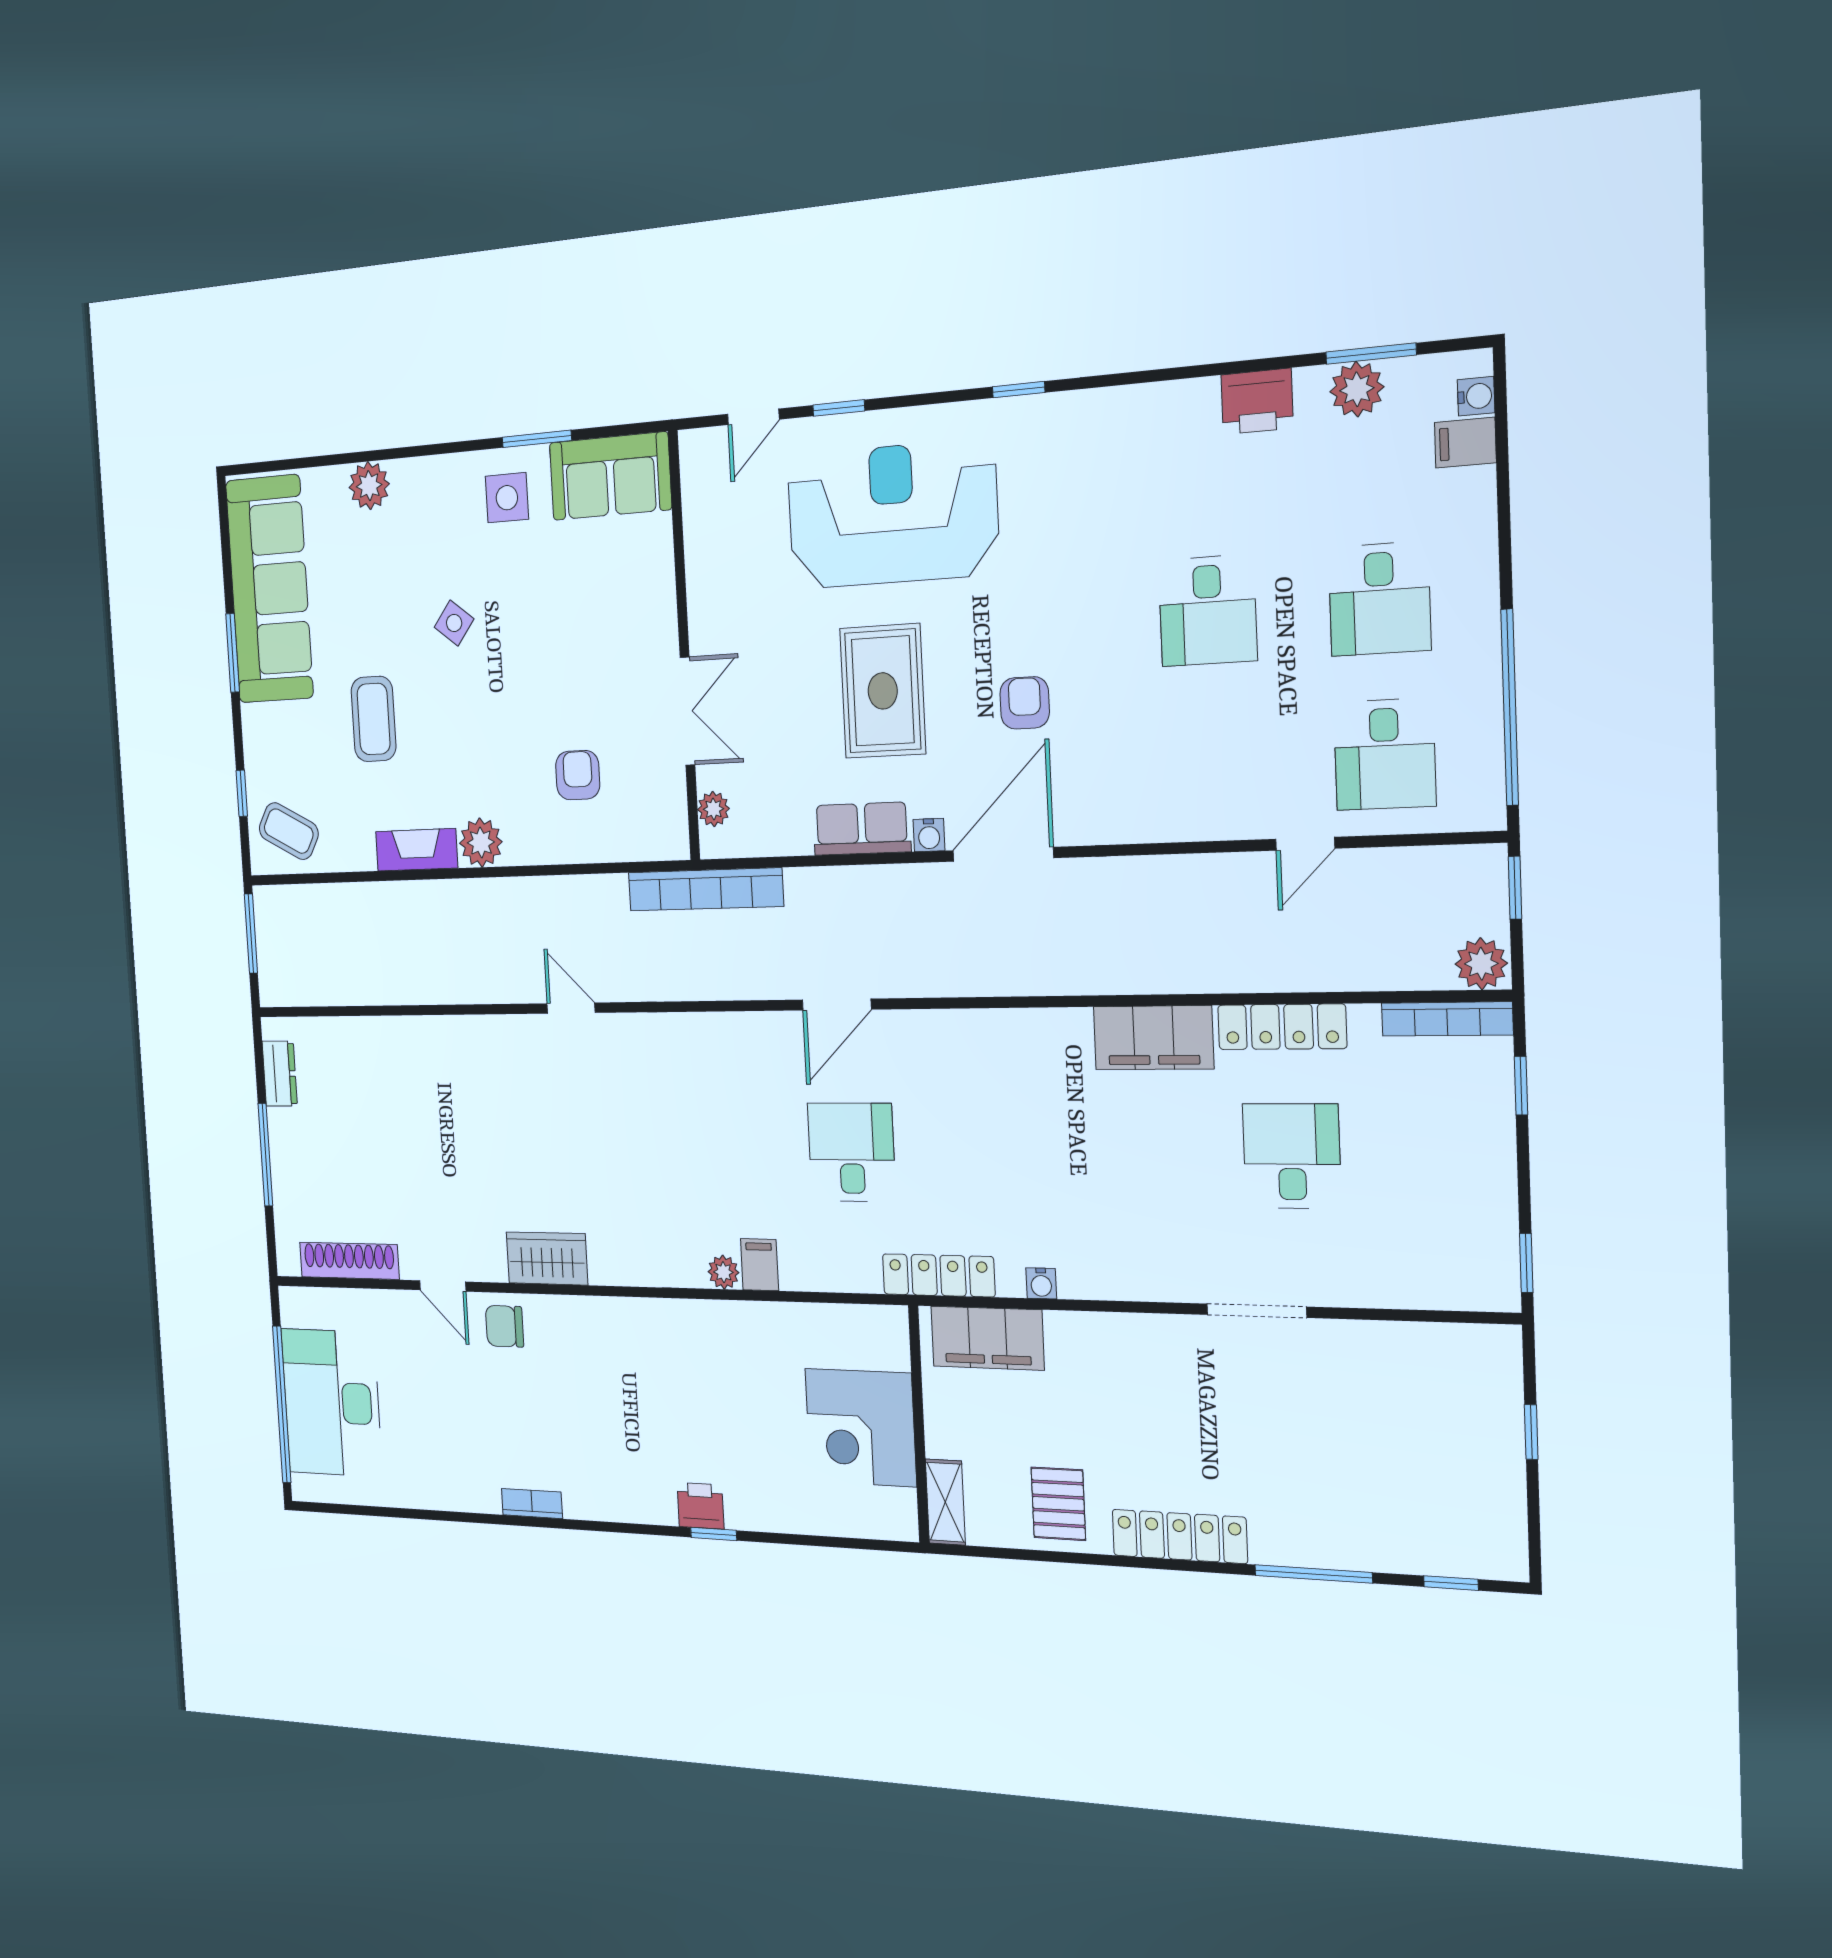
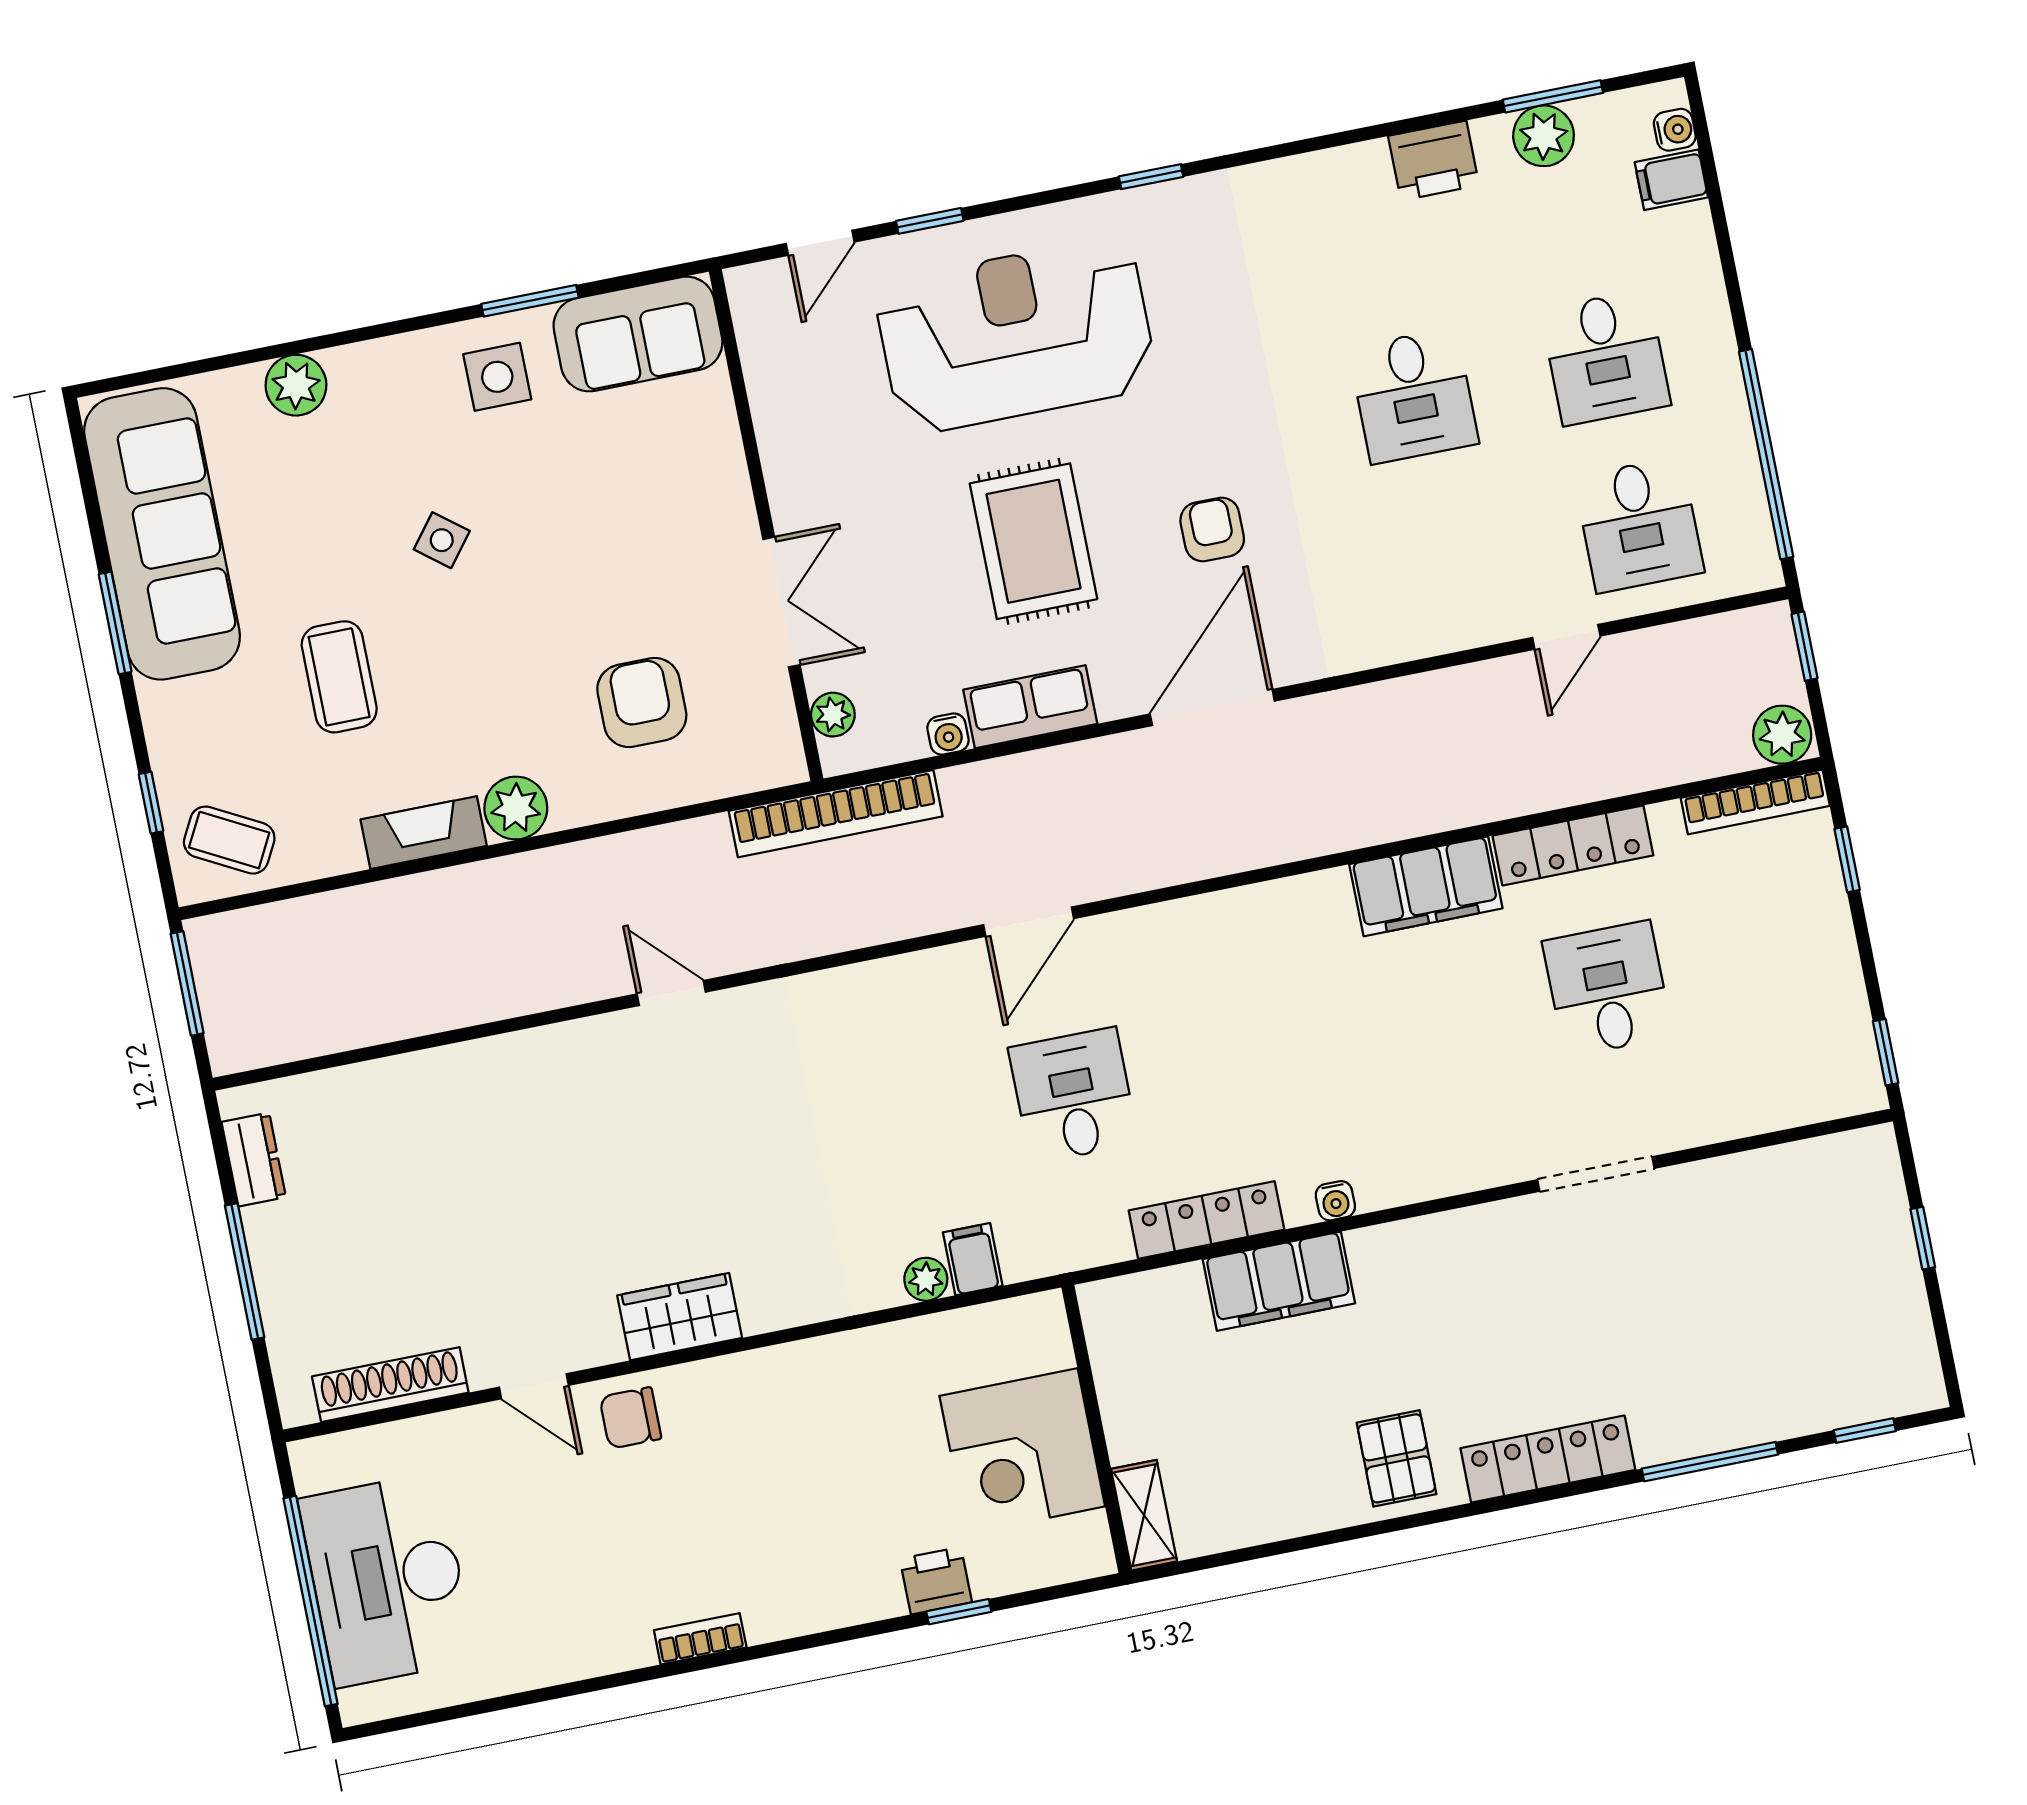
armchair: (578, 775) -> (642, 703), width x1.38, depth x1.38
water cooler: (929, 835) -> (948, 734), moved
wall: (919, 1425) -> (1096, 1429), moved
corner desk: (861, 1428) -> (1022, 1451), moved
shelving: (945, 1502) -> (1144, 1515), moved

